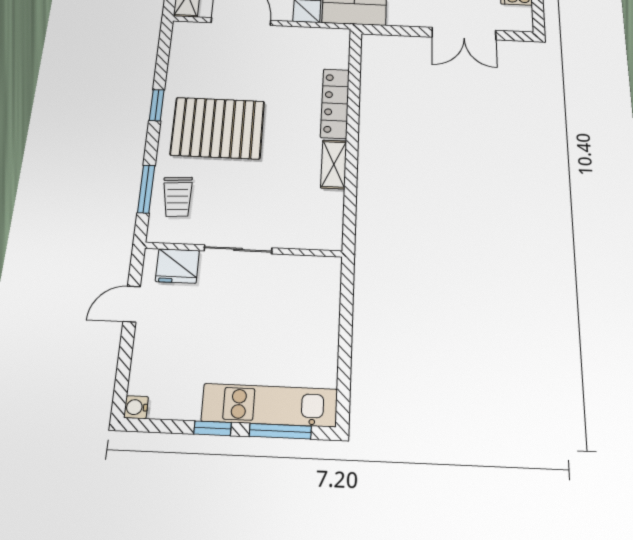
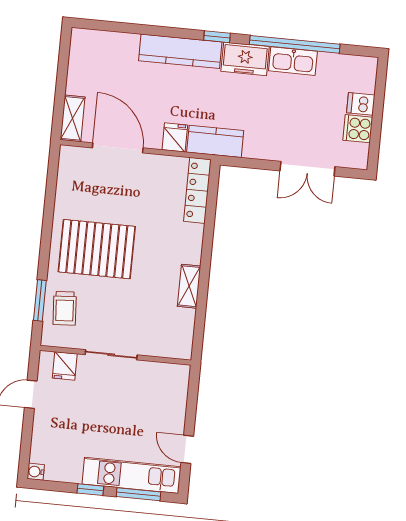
locker: (335, 103) -> (197, 190), moved
window: (157, 105) -> (47, 226), removed
fridge: (177, 266) -> (65, 366), width x0.72
door: (344, 365) -> (187, 449), added

